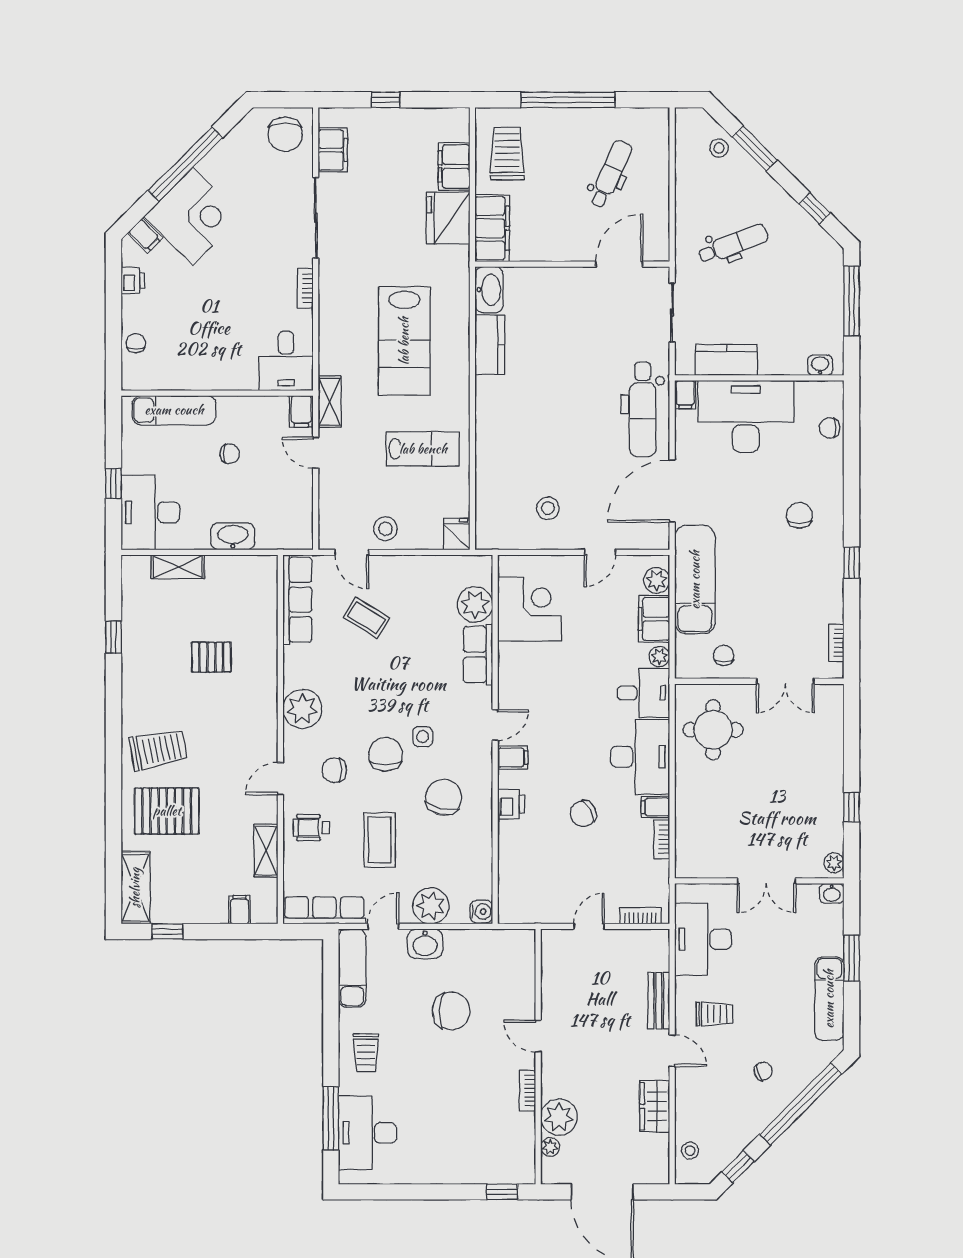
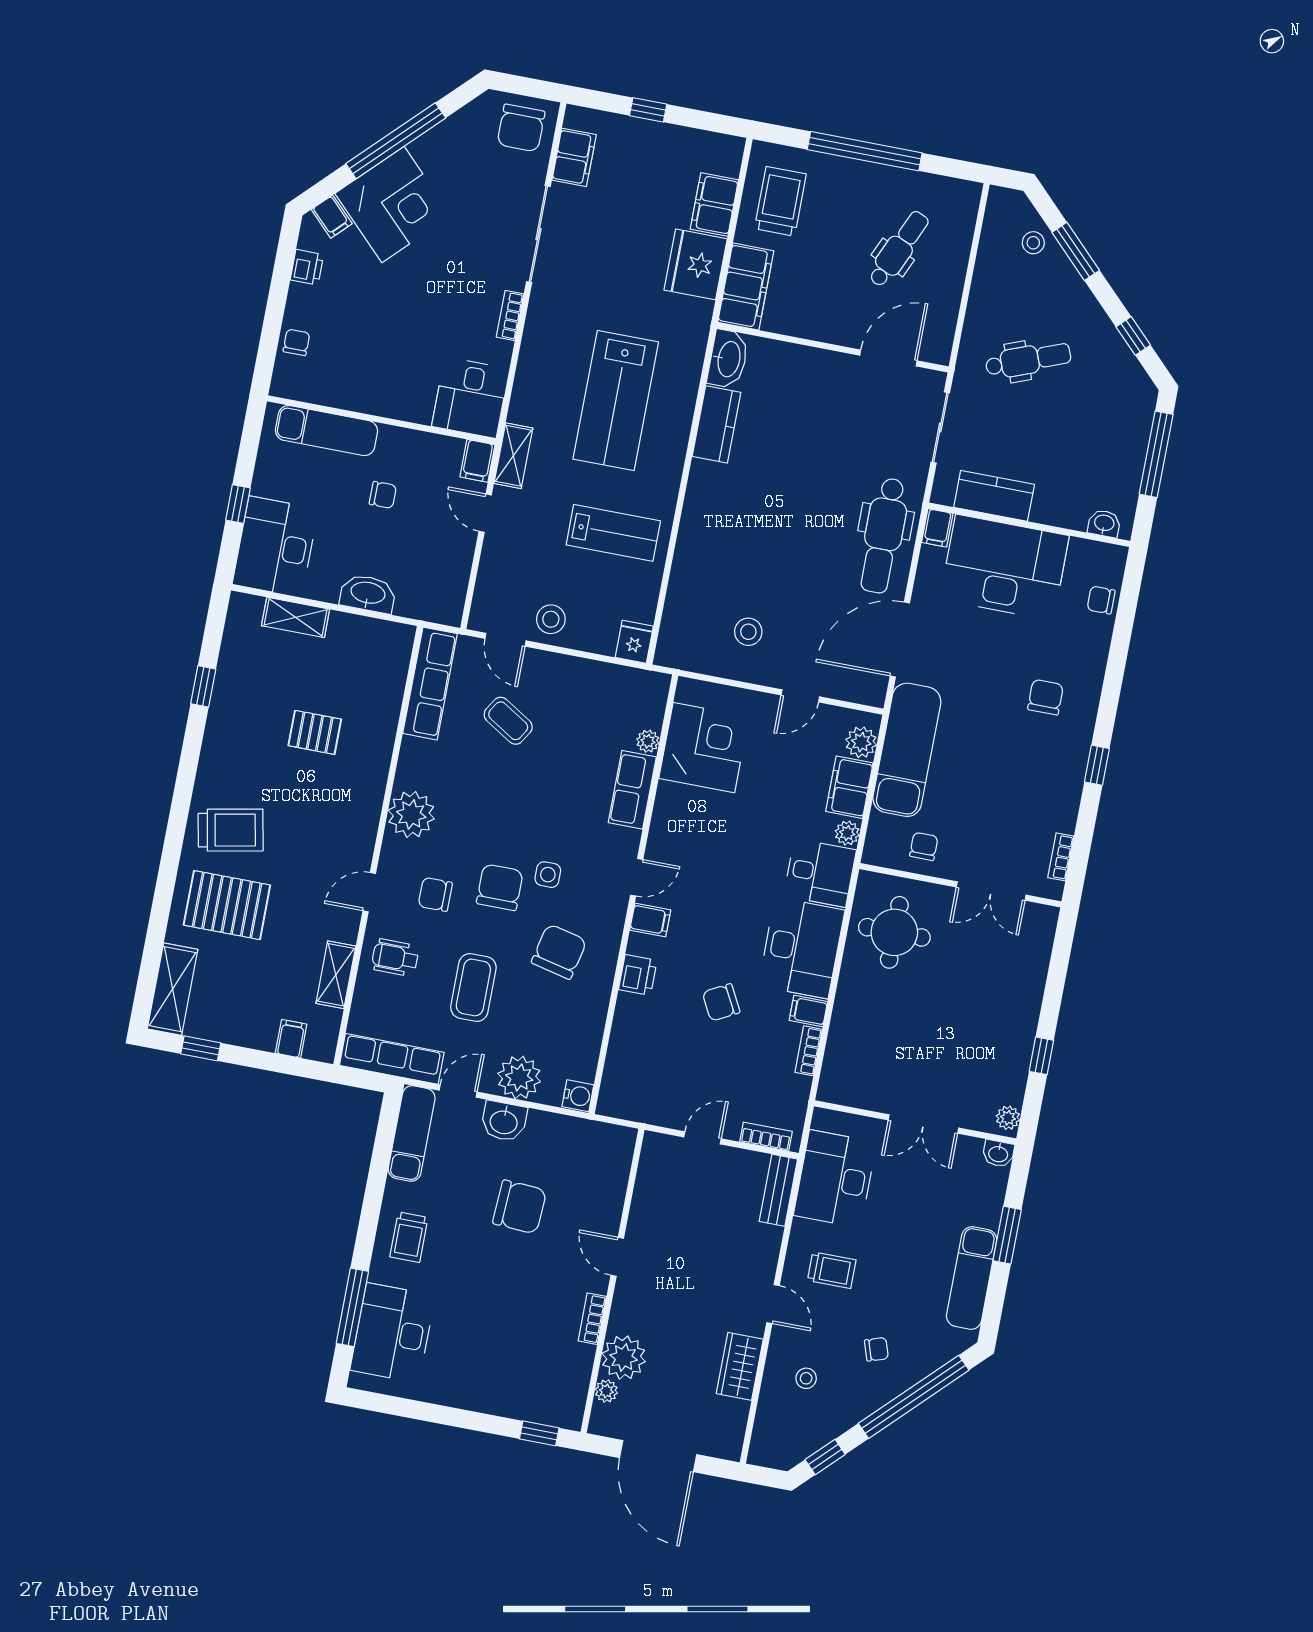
plant: (475, 604) -> (648, 741), width x0.53, depth x0.53
bench: (659, 1001) -> (778, 1190), moved
stool: (690, 1151) -> (806, 1378), moved

